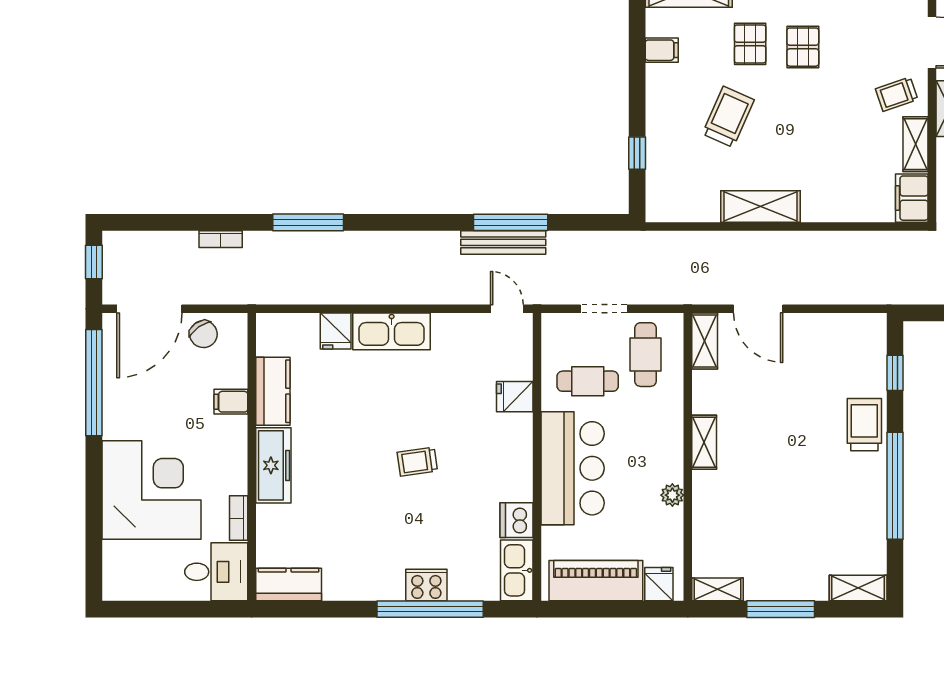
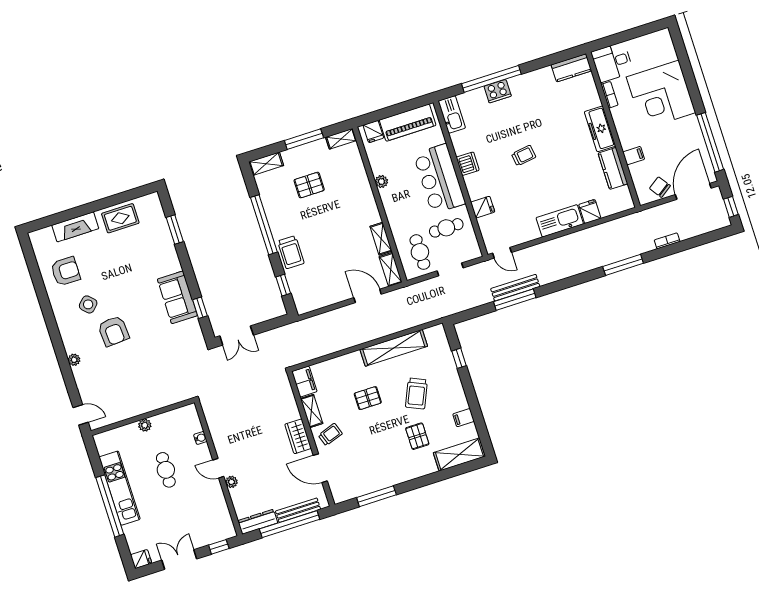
pallet: (803, 47) -> (368, 398), moved, turned 90
shelving: (760, 206) -> (394, 348), width x1.47
shelving: (704, 442) -> (381, 239), moved
dishwasher: (517, 520) -> (468, 164), moved
pallet: (797, 528) -> (309, 185), added

